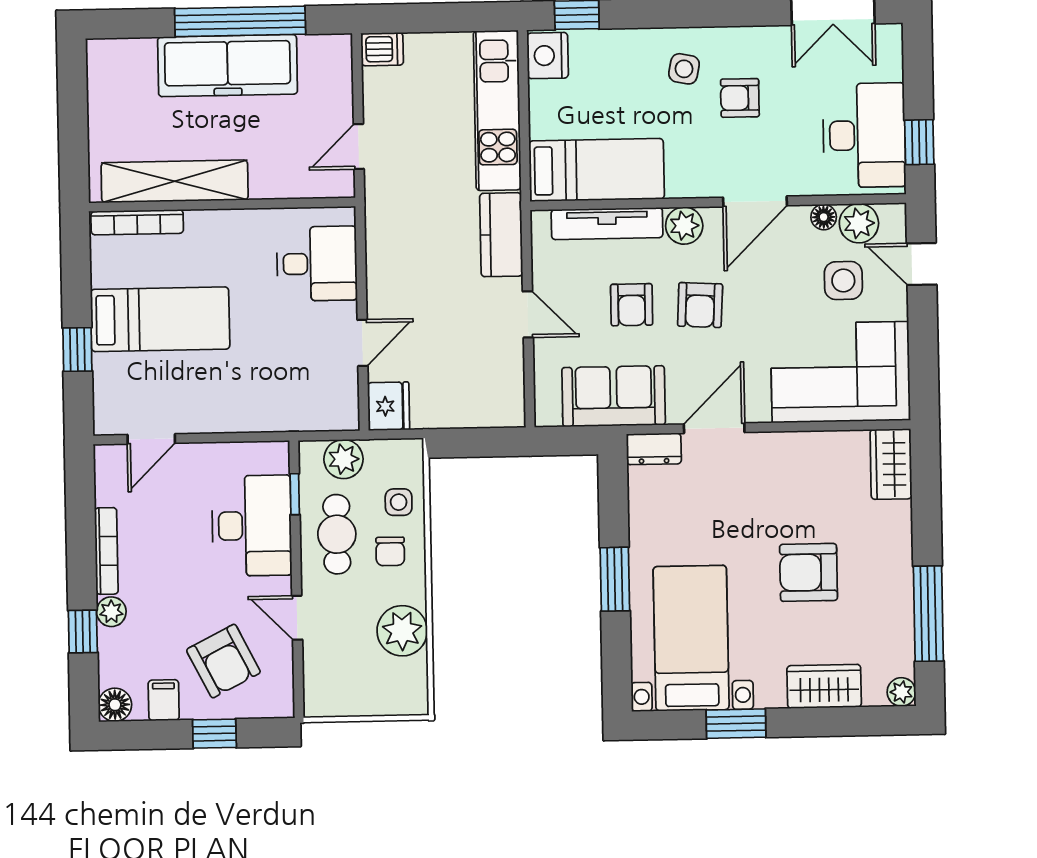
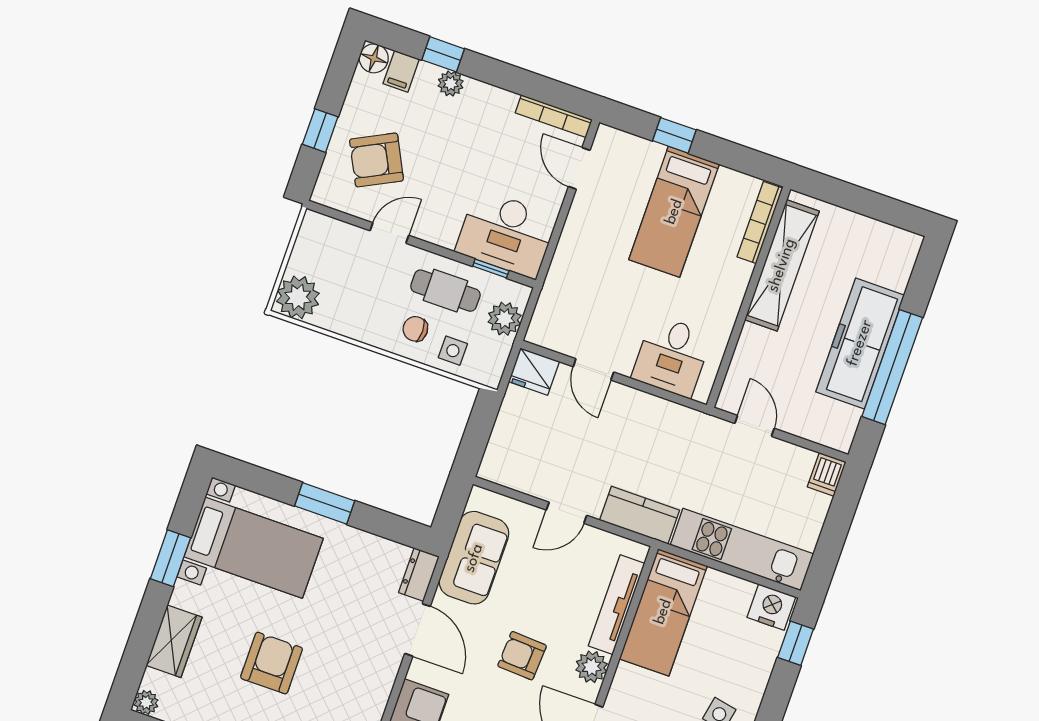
armchair: (632, 305) -> (543, 600), removed
desk: (252, 526) -> (506, 234), moved
bookcase: (106, 551) -> (554, 116), moved
plant: (402, 631) -> (298, 297), moved
filing cabinet: (164, 700) -> (401, 71), moved, turned 90

